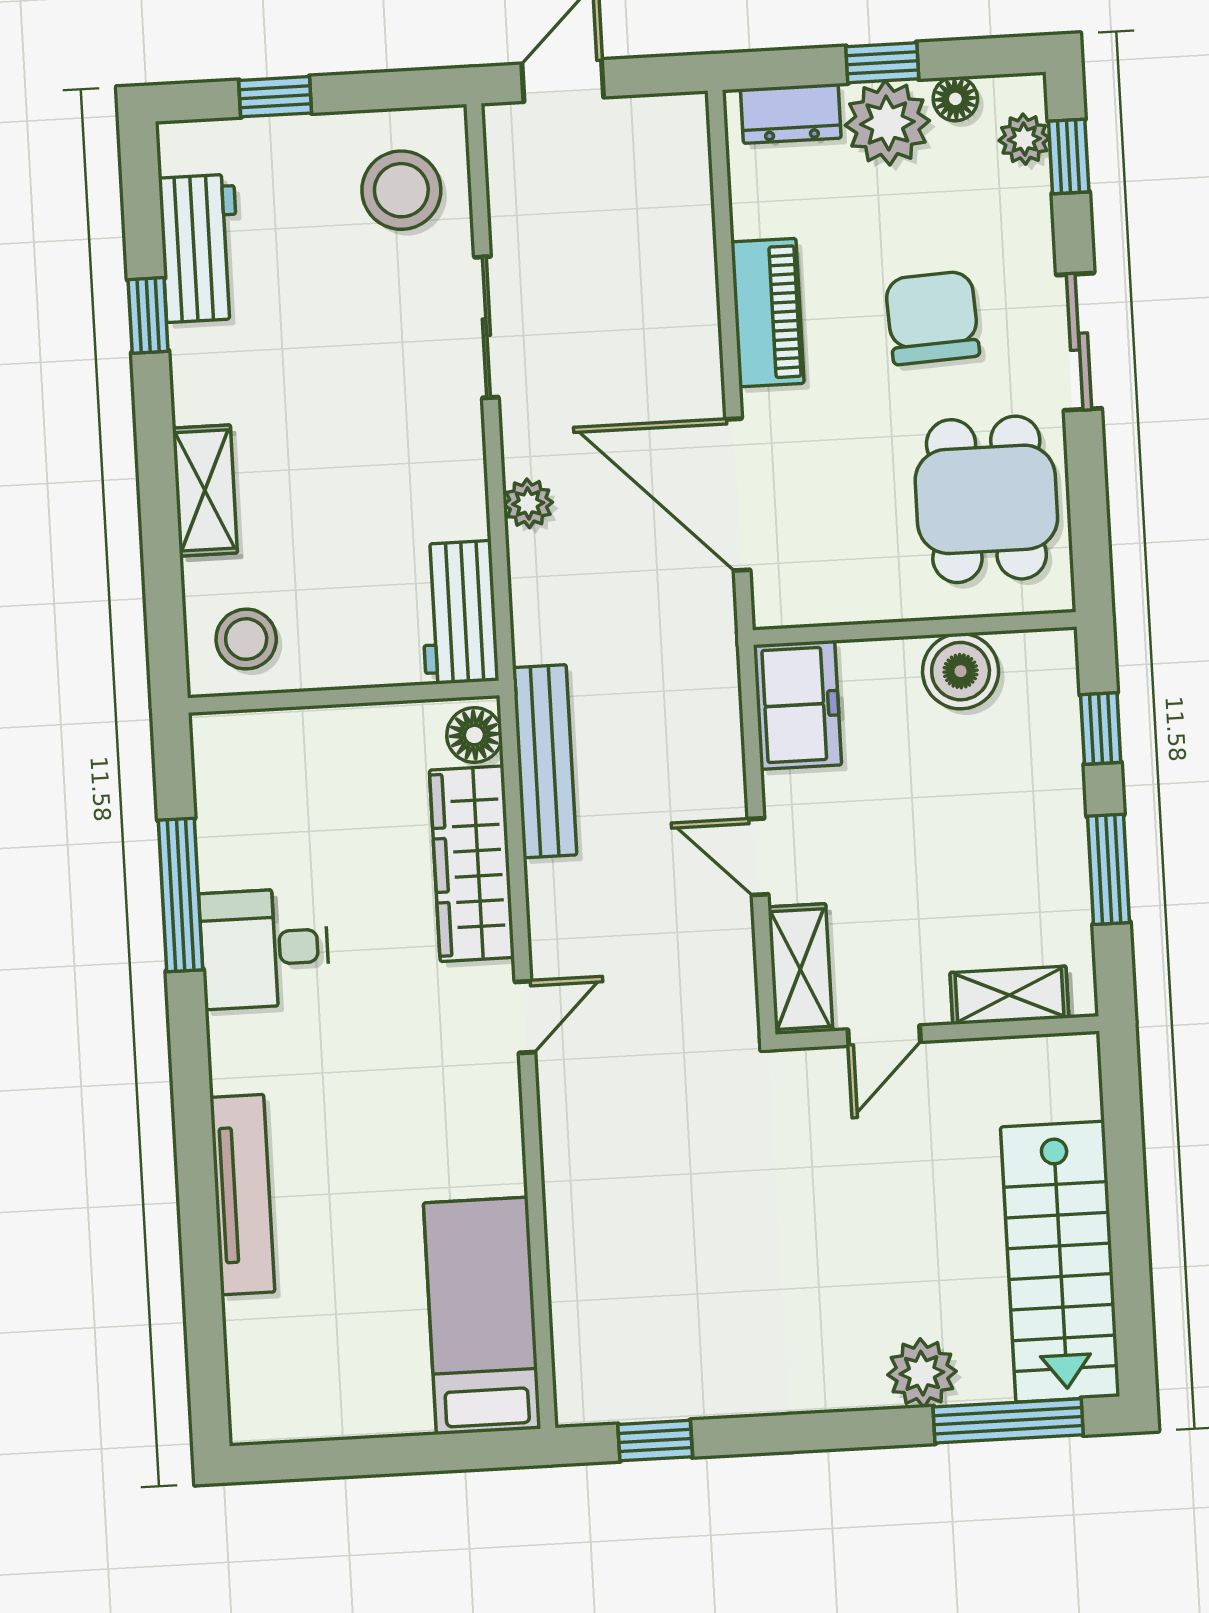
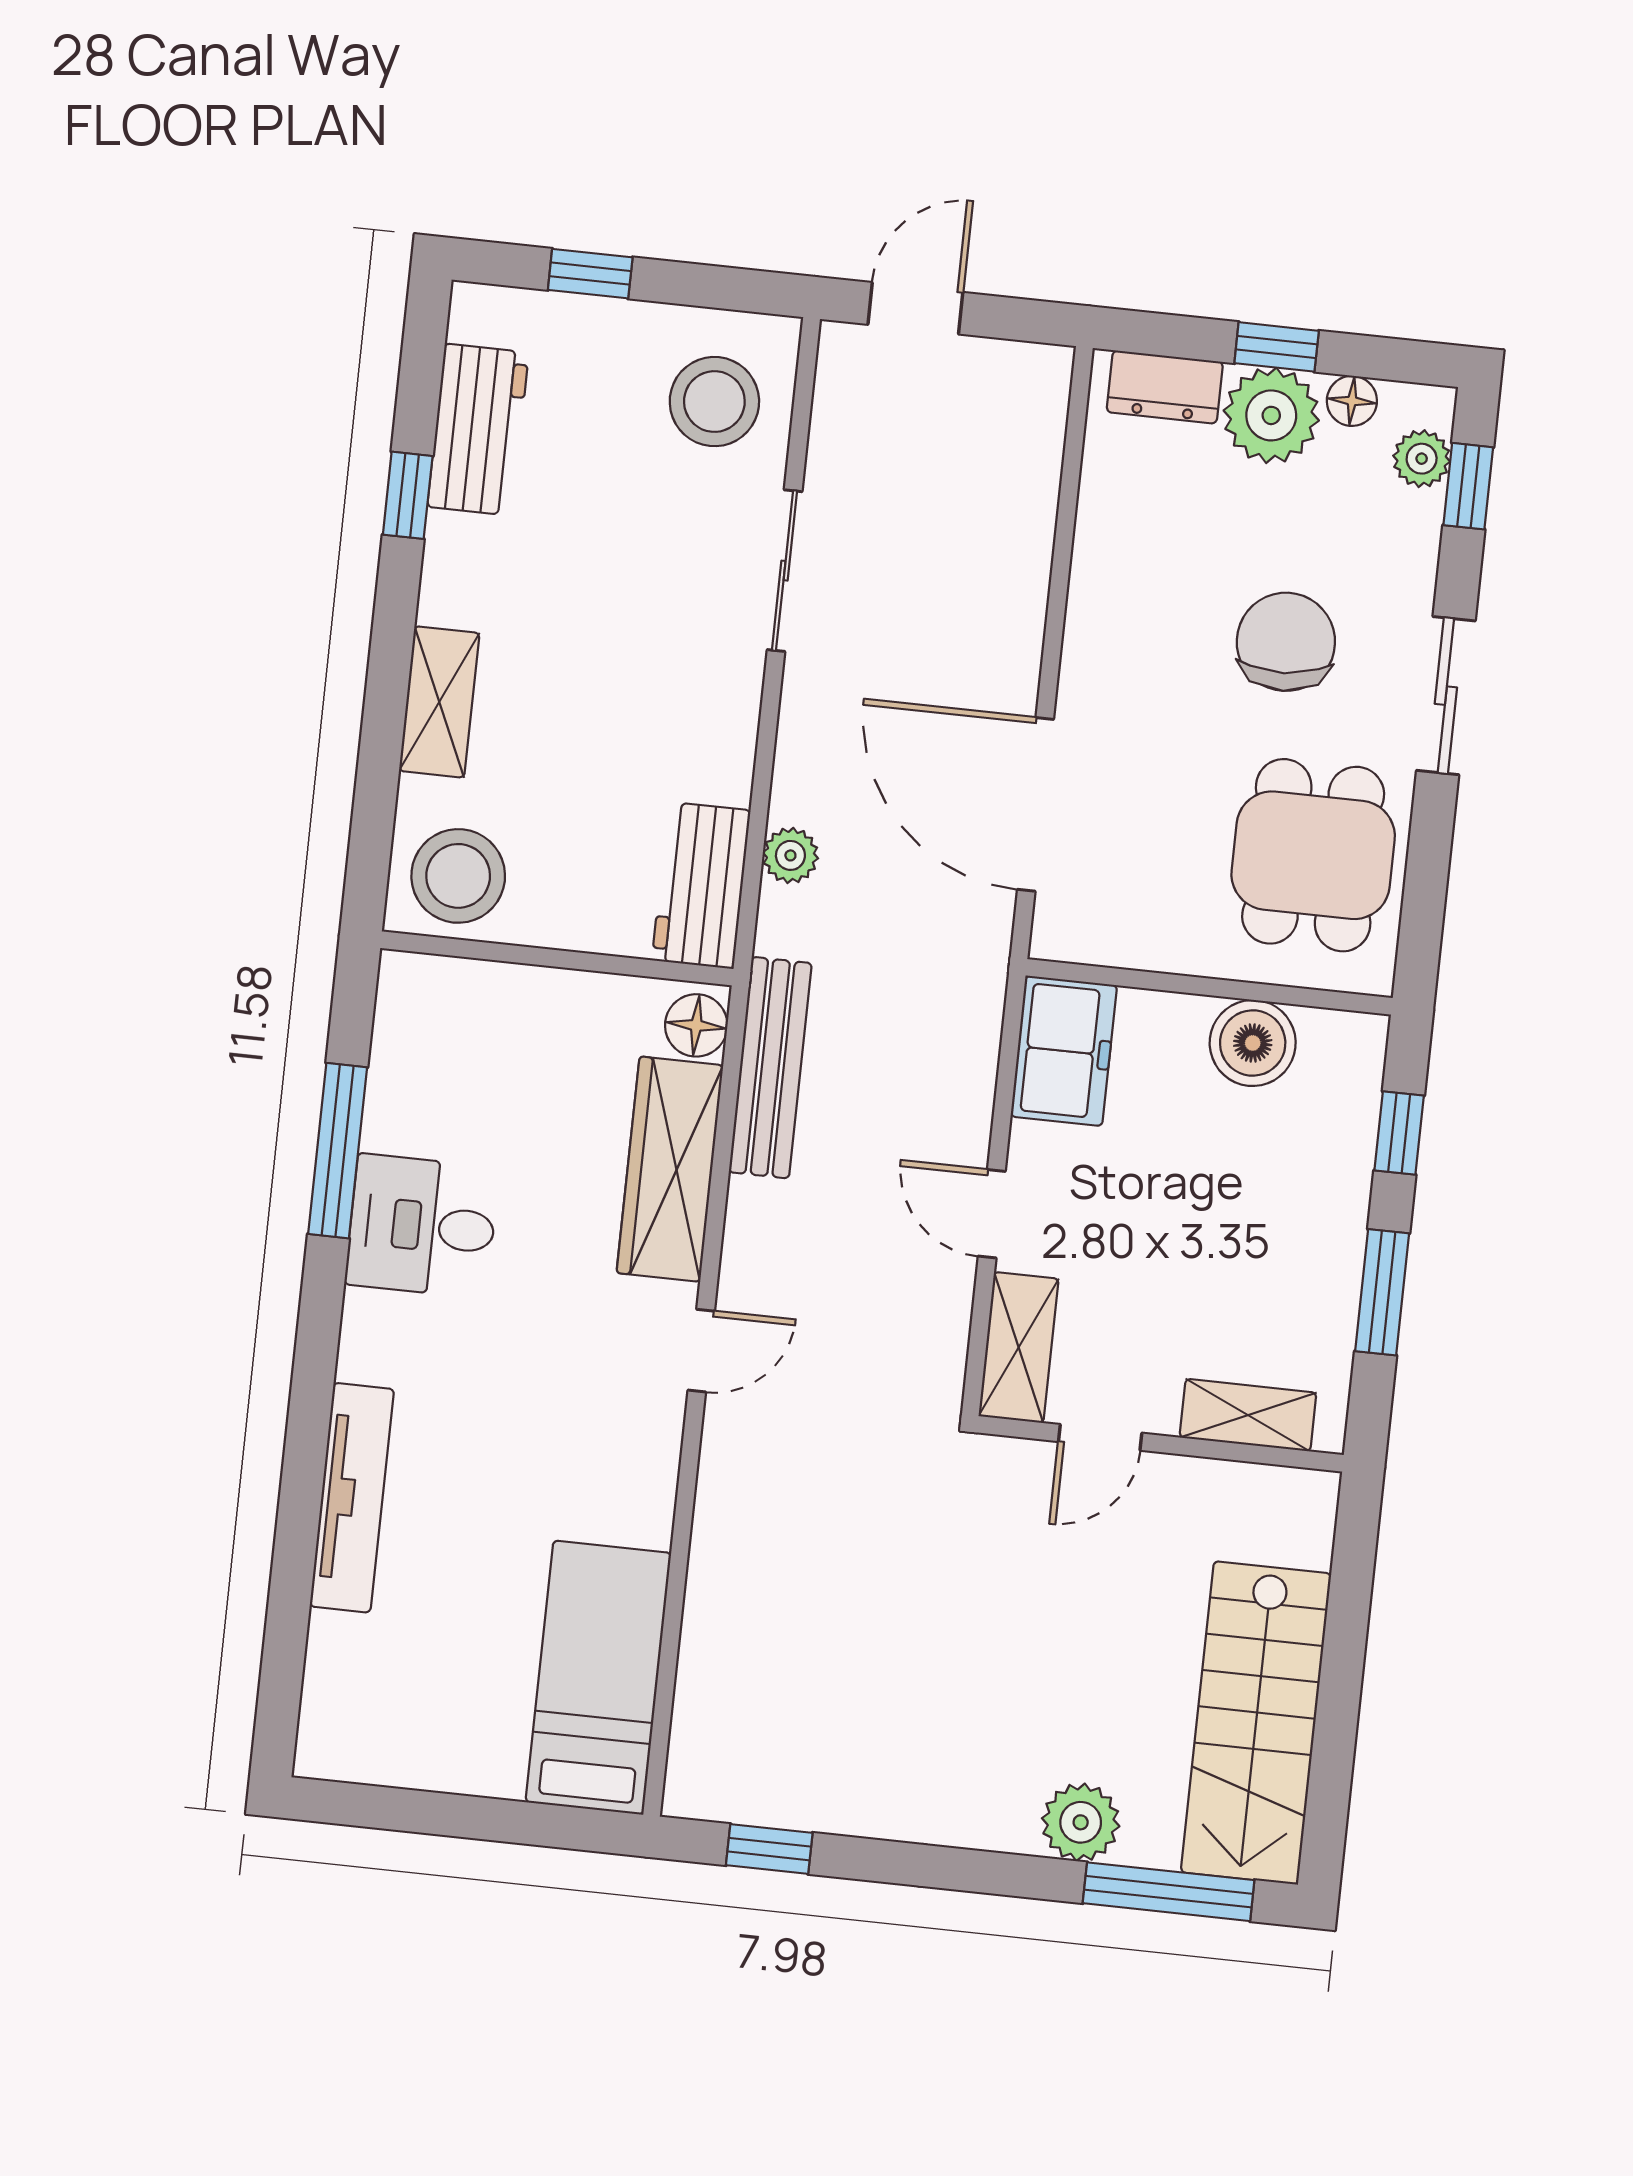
piano: (767, 313) -> (1102, 606), removed
plant: (528, 503) -> (790, 855), moved
stool: (246, 639) -> (458, 876), width x1.38, depth x1.38

